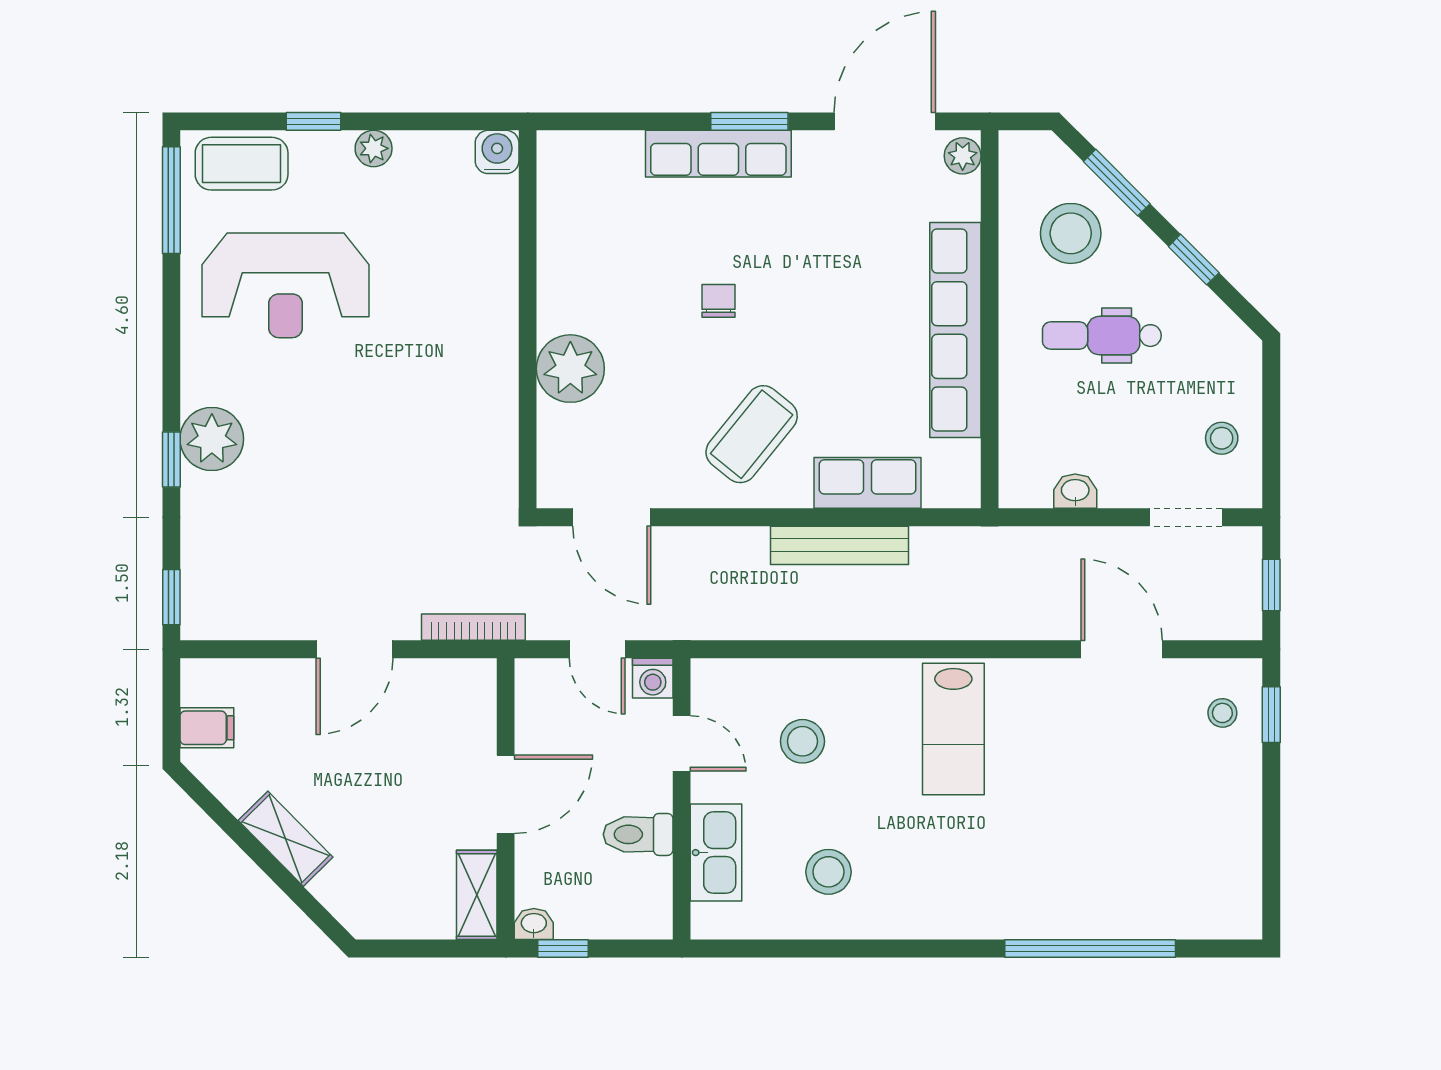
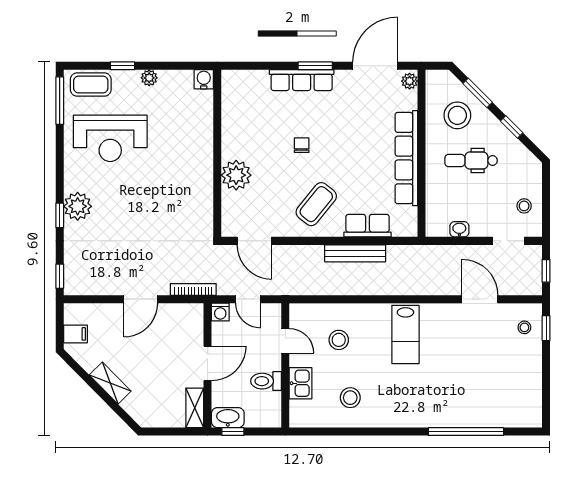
washing machine: (653, 678) -> (220, 312), moved
kitchen sink: (716, 853) -> (301, 383), width x0.73
washbasin: (534, 924) -> (228, 418), width x1.91, depth x1.45

